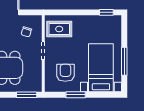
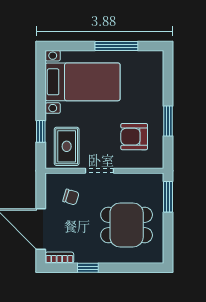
window: (106, 12) -> (41, 131), moved
bed with nightstands: (101, 68) -> (83, 82), moved, turned 180

